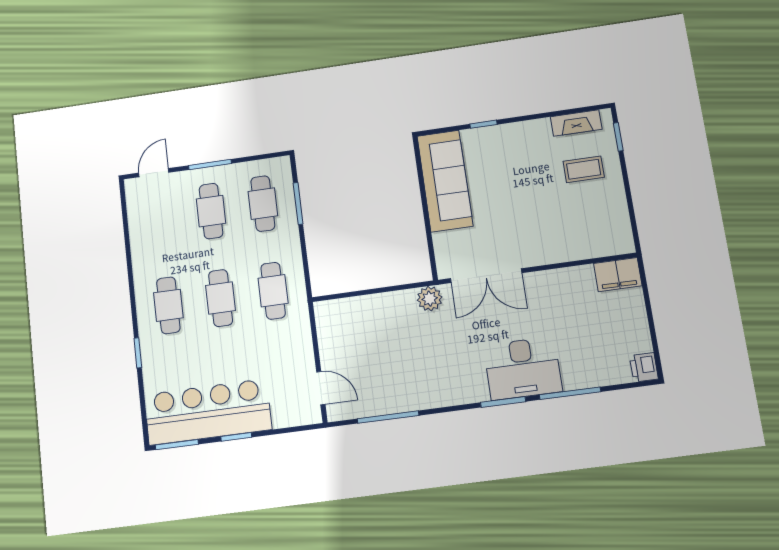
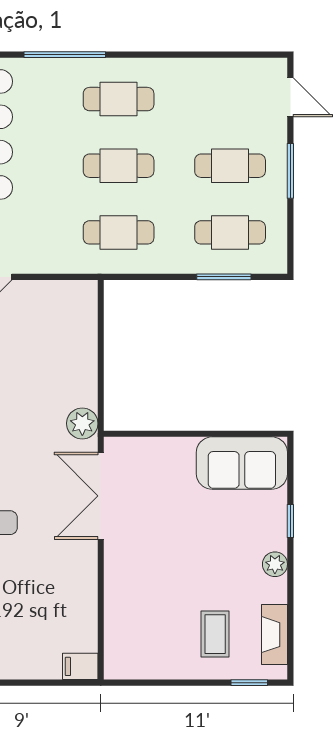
plant: (520, 131) -> (275, 564), added
sofa: (445, 181) -> (242, 463), width x0.73
filing cabinet: (618, 275) -> (80, 666), width x0.50
window: (138, 353) -> (65, 55), width x2.17

